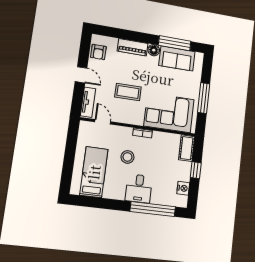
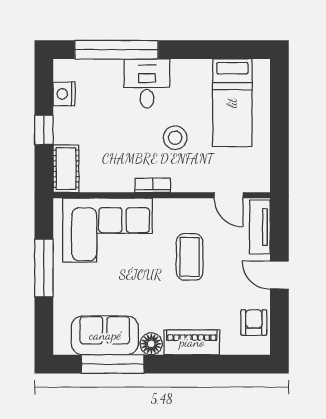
coffee table: (128, 92) -> (190, 257), turned 90

